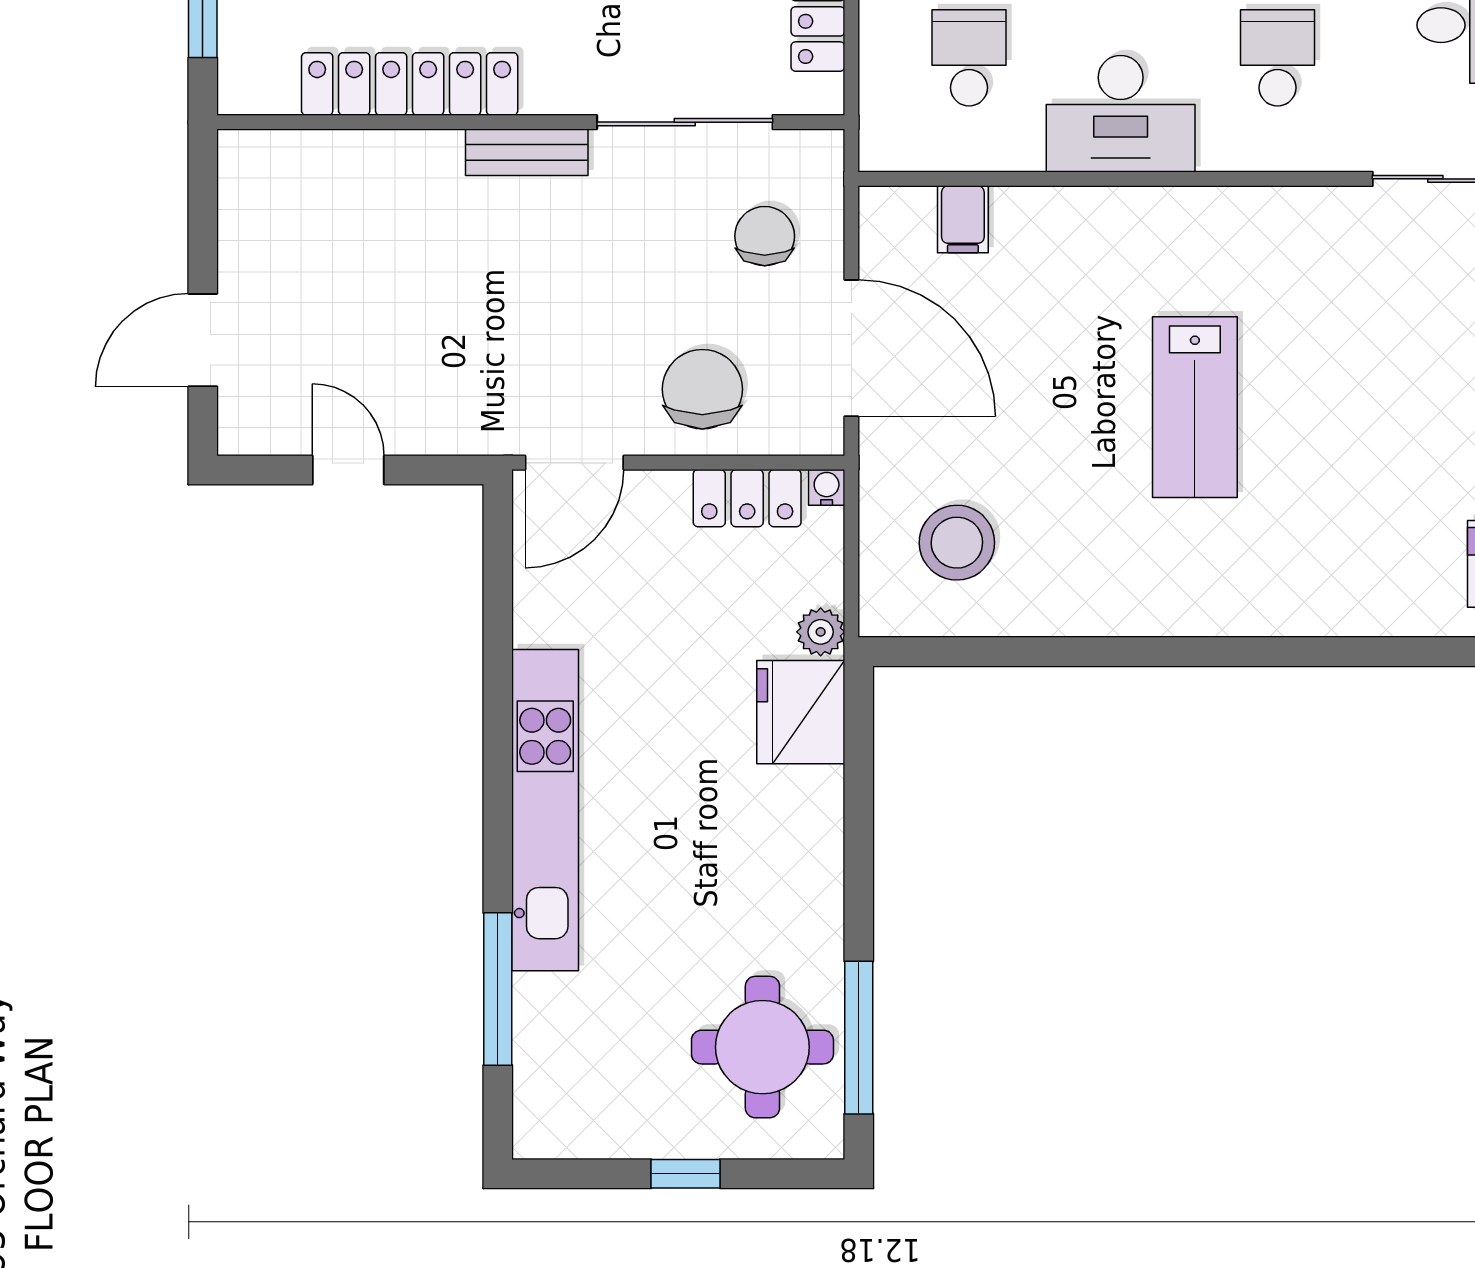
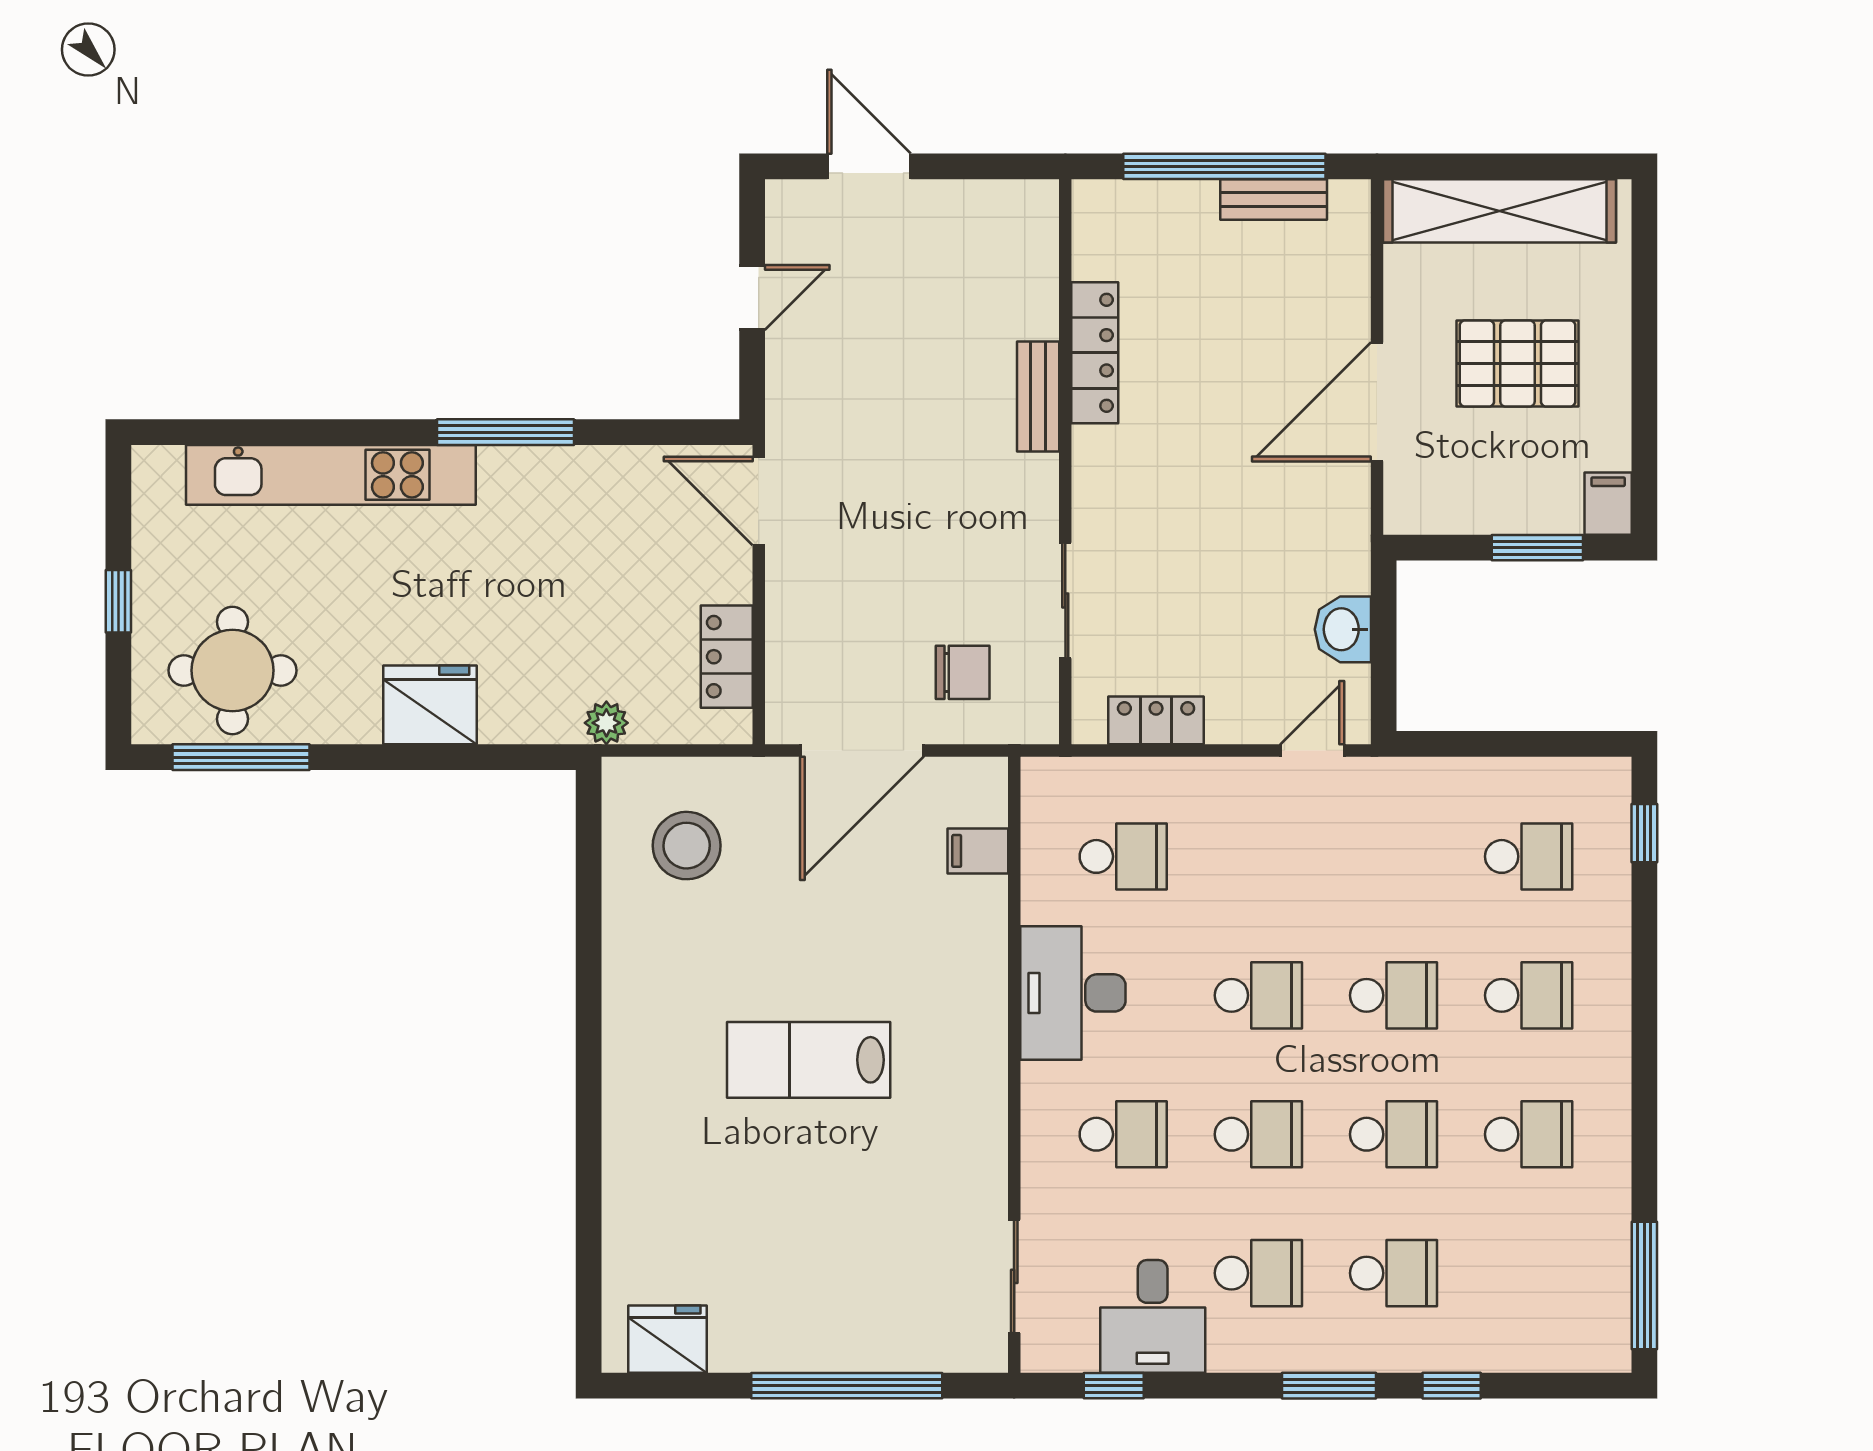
locker: (410, 84) -> (1095, 353), width x0.71, depth x0.83
sliding door: (685, 122) -> (1065, 601), width x0.73
bench: (527, 152) -> (1038, 397), moved
chair: (702, 389) -> (825, 616), removed
water cooler: (827, 487) -> (736, 728), removed
fridge: (801, 712) -> (430, 705), moved
kitchen unit: (545, 810) -> (331, 475), moved
window: (498, 989) -> (505, 432), moved

